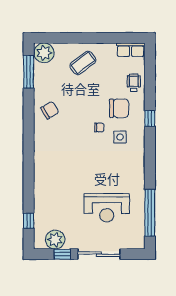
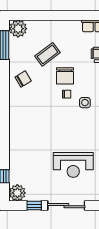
coffee table: (83, 63) -> (48, 54), moved
chair: (119, 108) -> (65, 76), moved, turned 90
plant: (55, 240) -> (17, 193), moved

